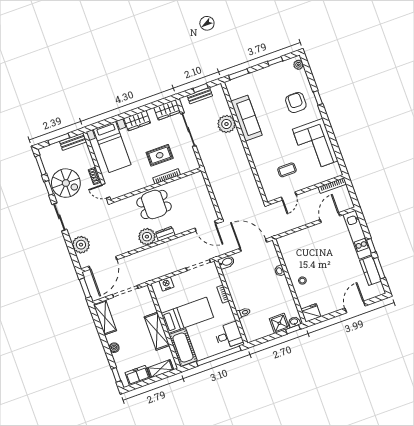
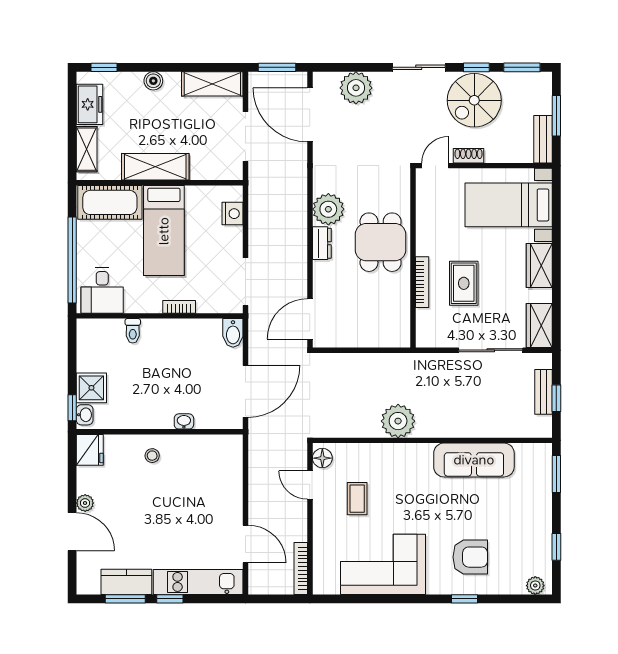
plant: (226, 124) -> (398, 421), moved
floor lamp: (273, 195) -> (322, 458), added
plant: (338, 306) -> (85, 503), added

